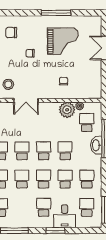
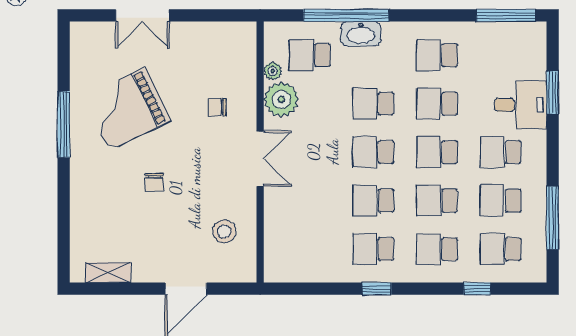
chair: (11, 32) -> (108, 225), removed
grand piano: (63, 41) -> (127, 109), turned -116
double door: (26, 100) -> (260, 159), moved
school desk: (87, 207) -> (501, 201), moved
window: (55, 231) -> (553, 92), moved

